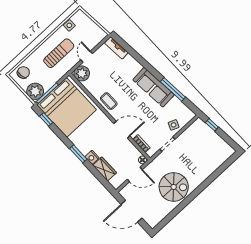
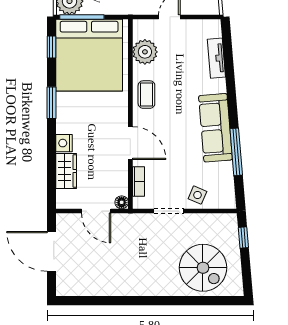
tv unit: (116, 48) -> (216, 58), moved
plant: (82, 73) -> (145, 52), moved
window: (78, 154) -> (51, 103), moved
spiral stairs: (174, 187) -> (203, 268), moved

